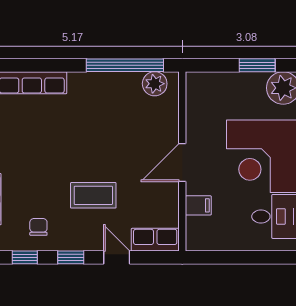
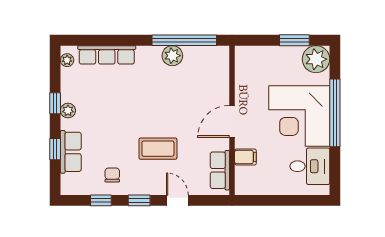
plant: (155, 84) -> (172, 56), moved
row of seats: (155, 240) -> (220, 170), moved, turned -90

